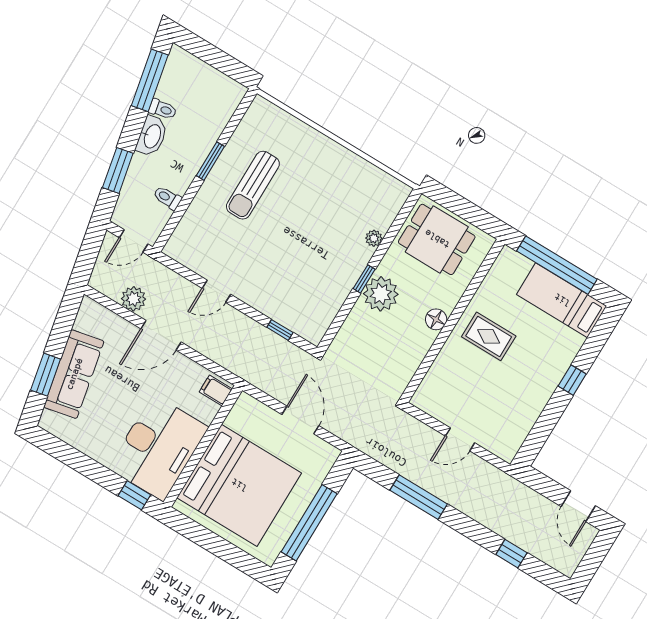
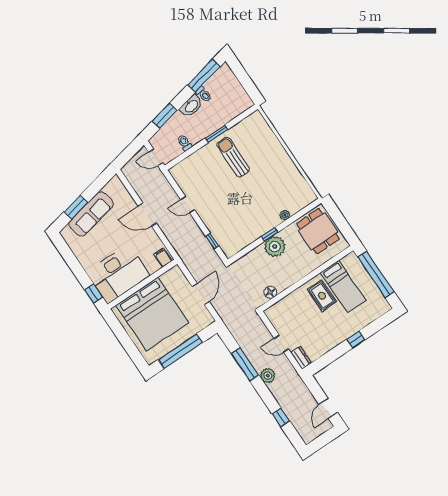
sun lounger: (253, 185) -> (233, 157), turned 90
plant: (133, 299) -> (268, 376), moved
bed: (562, 300) -> (343, 286), moved, turned 180
floor lamp: (436, 319) -> (270, 292), moved
dresser: (500, 447) -> (301, 358), added

